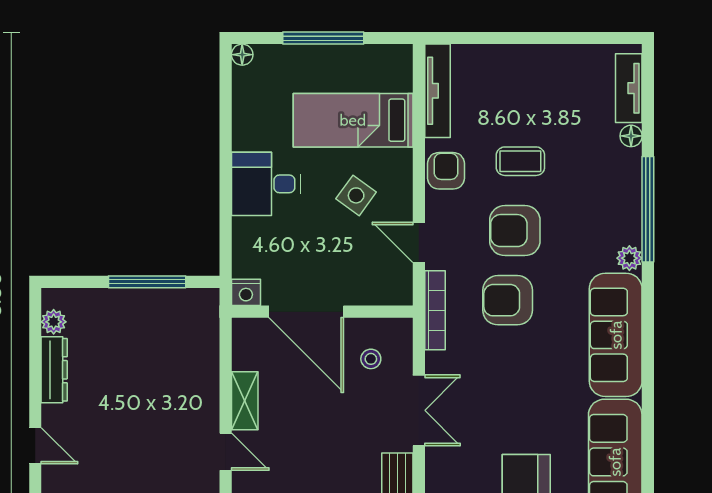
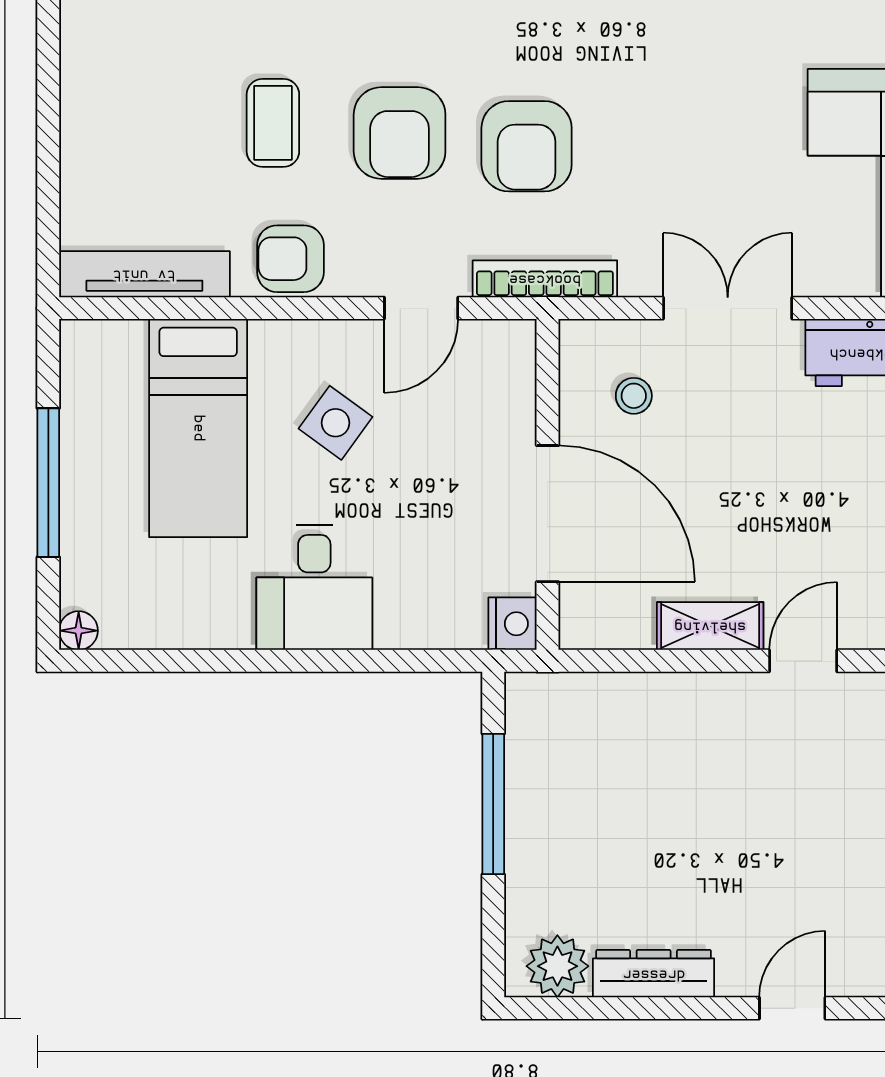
door: (306, 312) -> (547, 514), hinge flipped
plant: (54, 322) -> (557, 966), width x1.38, depth x1.38

